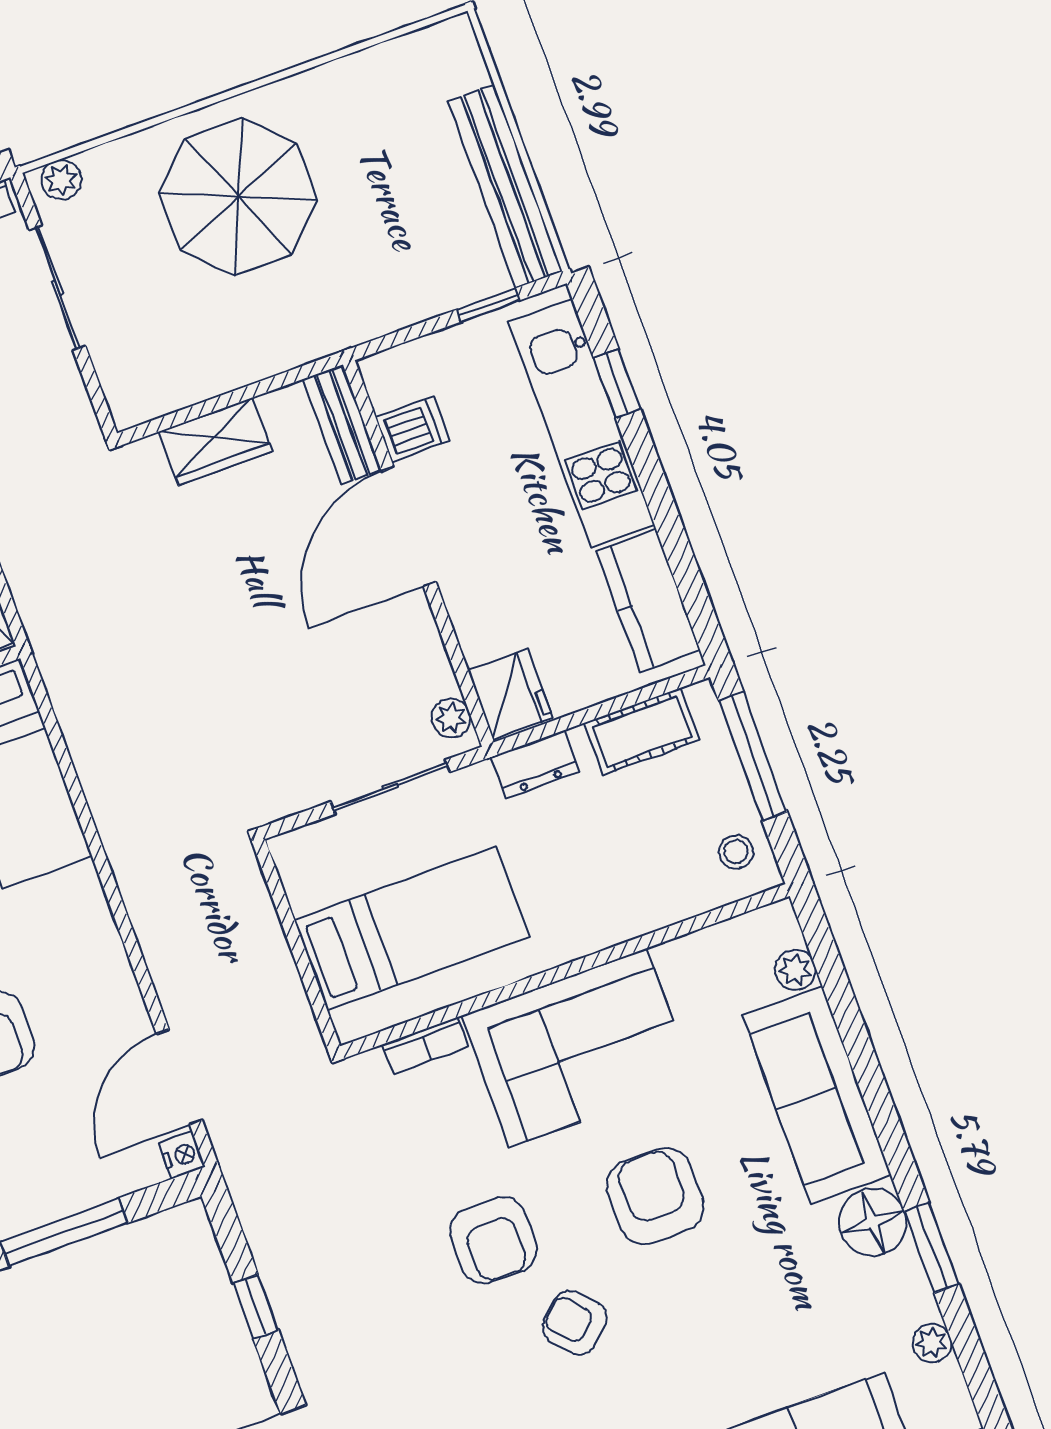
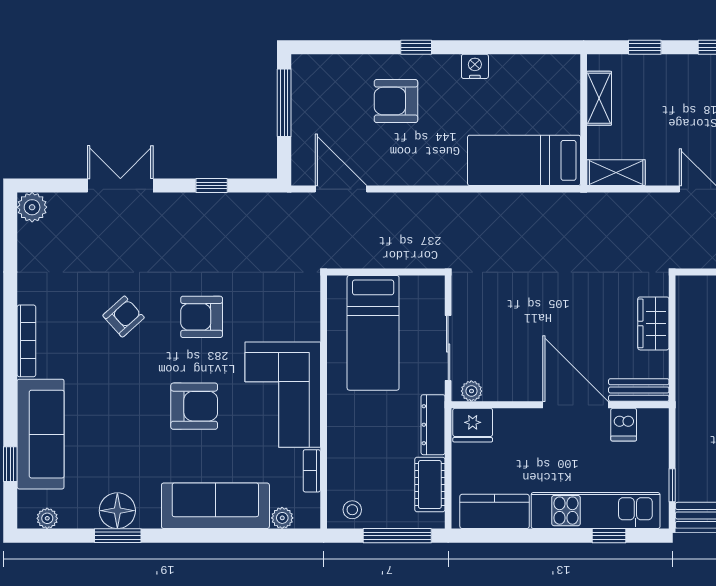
dresser: (535, 764) -> (433, 425), width x1.44
bookcase: (426, 1045) -> (312, 471), moved
nightstand: (182, 1155) -> (301, 176), removed
floor lamp: (873, 1222) -> (117, 511), moved
armchair: (575, 1323) -> (124, 317), moved
plant: (932, 1343) -> (47, 518), moved

